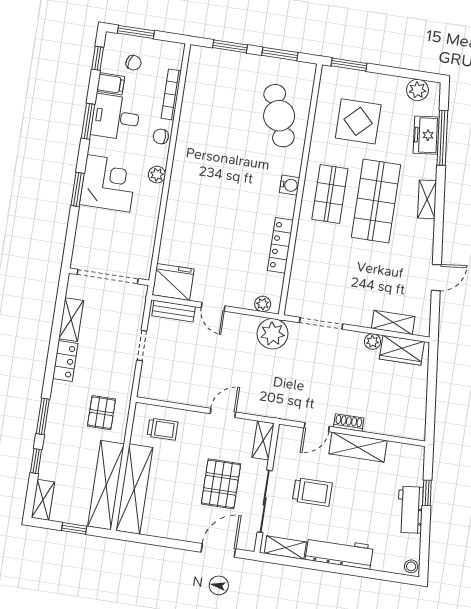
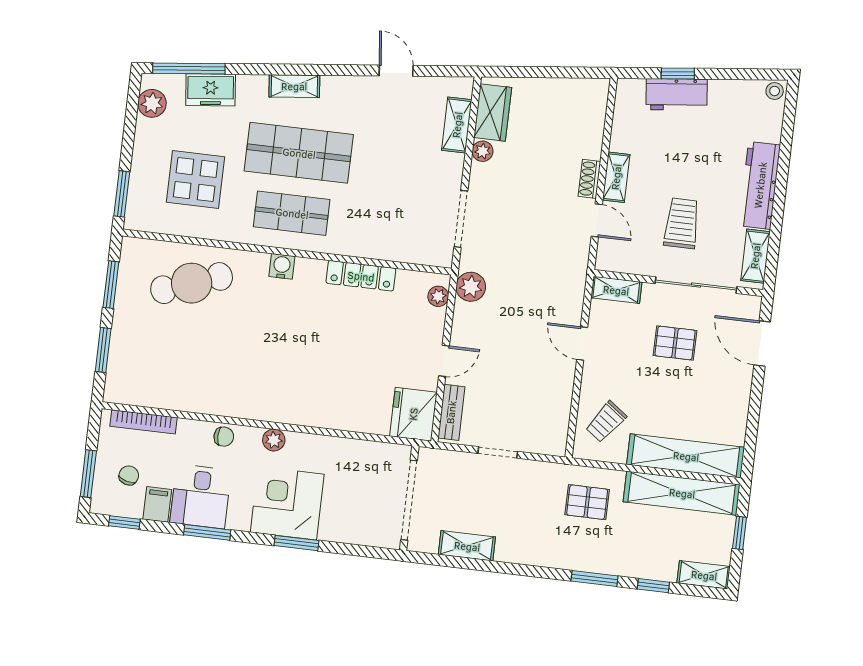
bookcase: (171, 95) -> (144, 422), moved
chair: (161, 136) -> (224, 437), turned -90
window: (442, 138) -> (189, 69), moved
plant: (273, 334) -> (471, 287), width x0.73, depth x0.73
locker: (65, 361) -> (521, 552), removed
trolley: (162, 429) -> (606, 422), turned -144
shelving: (358, 447) -> (616, 177), width x0.67, depth x0.75
pallet: (221, 484) -> (675, 343), width x0.67, depth x0.71
workbench: (410, 510) -> (677, 94), moved

